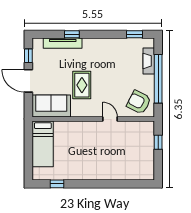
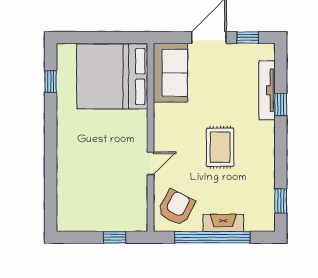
fireplace: (149, 61) -> (223, 223), moved
rug: (82, 85) -> (220, 147), moved, turned 90
bed: (43, 144) -> (112, 77), width x2.04

